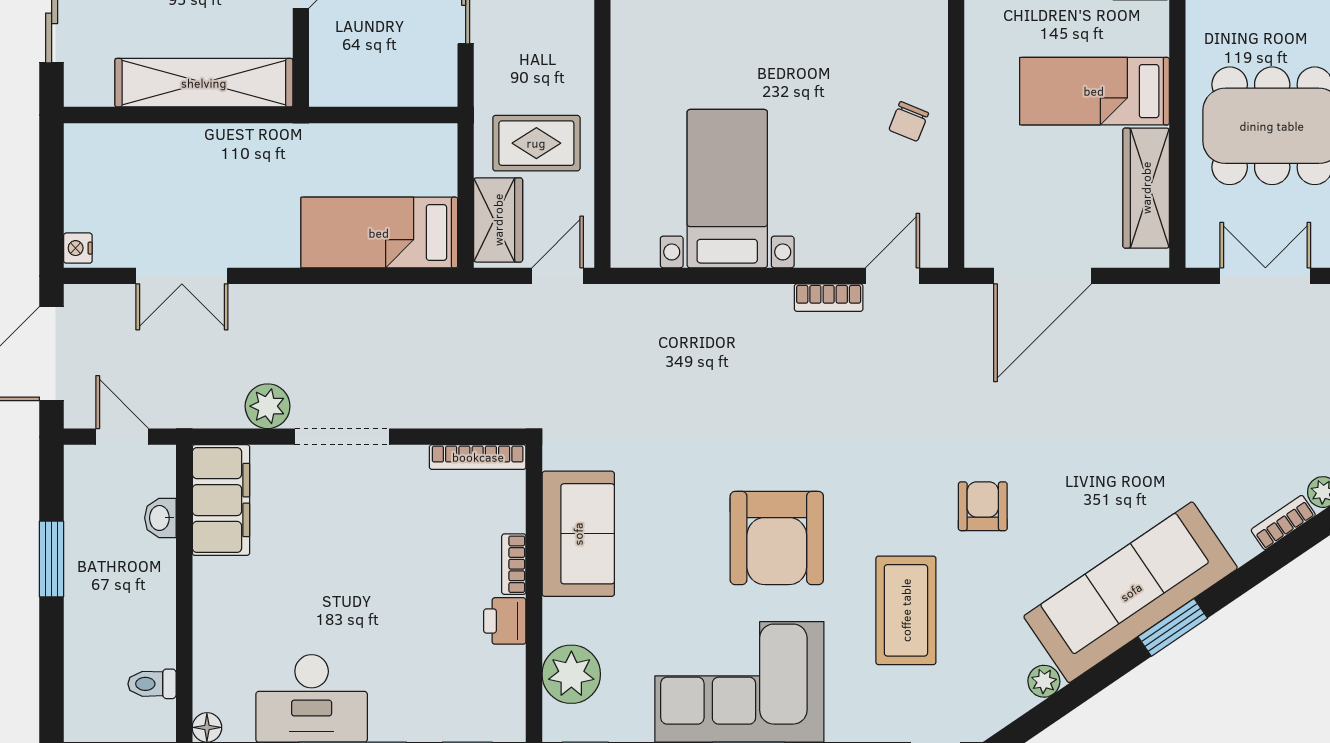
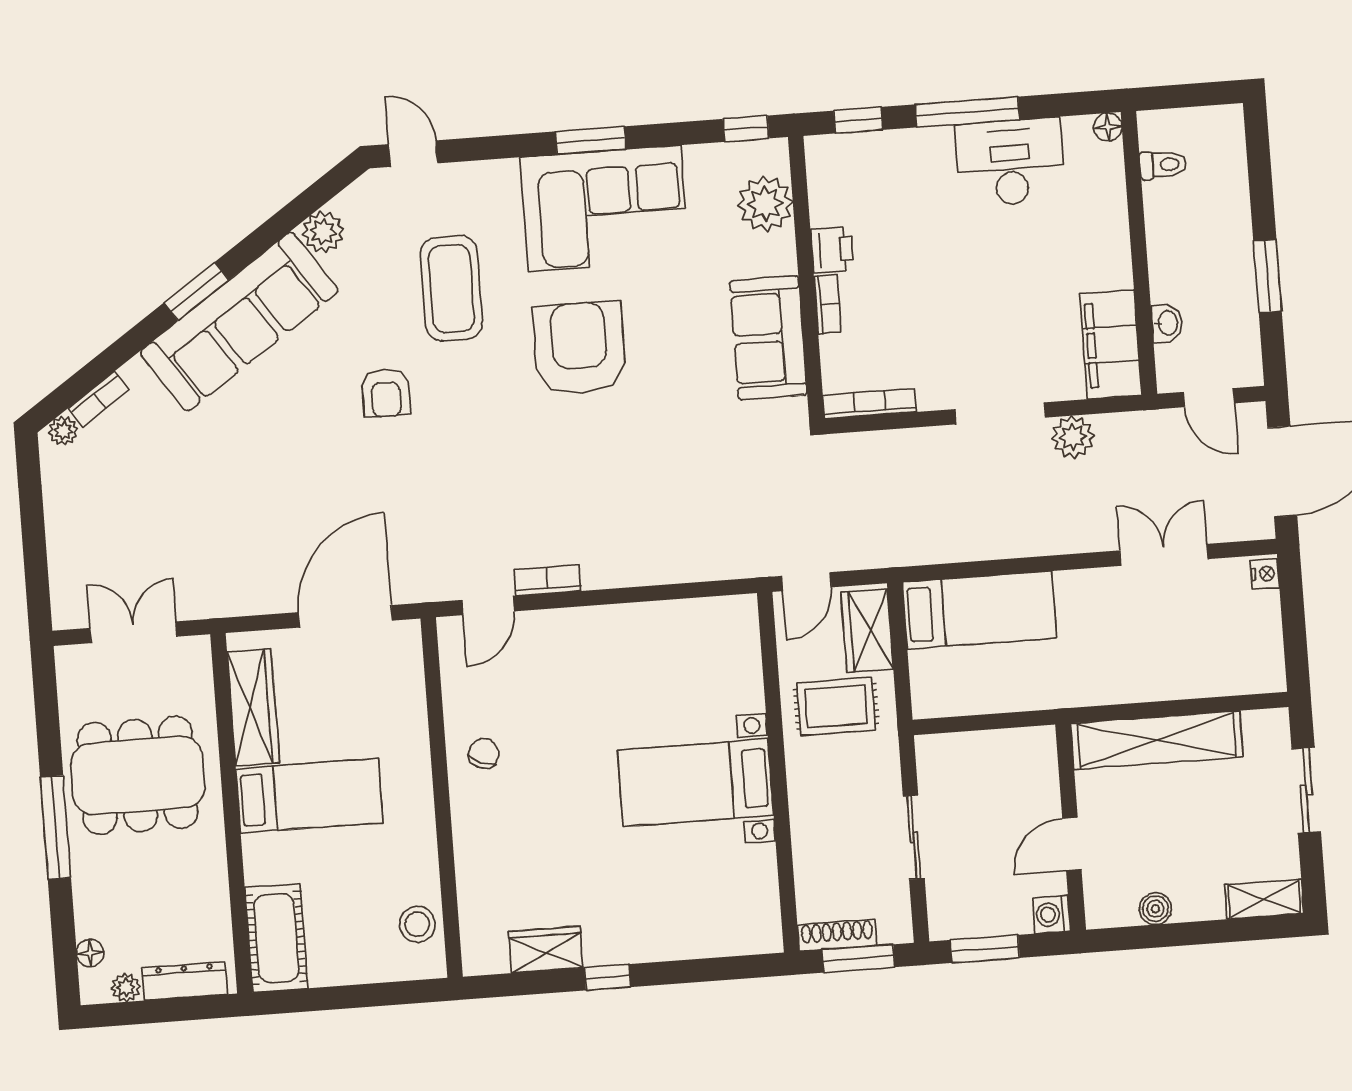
bed with nightstands: (727, 189) -> (696, 783), moved, turned 90
double door: (1265, 276) -> (134, 632), swing flipped
plant: (1044, 681) -> (323, 232), width x1.38, depth x1.38

